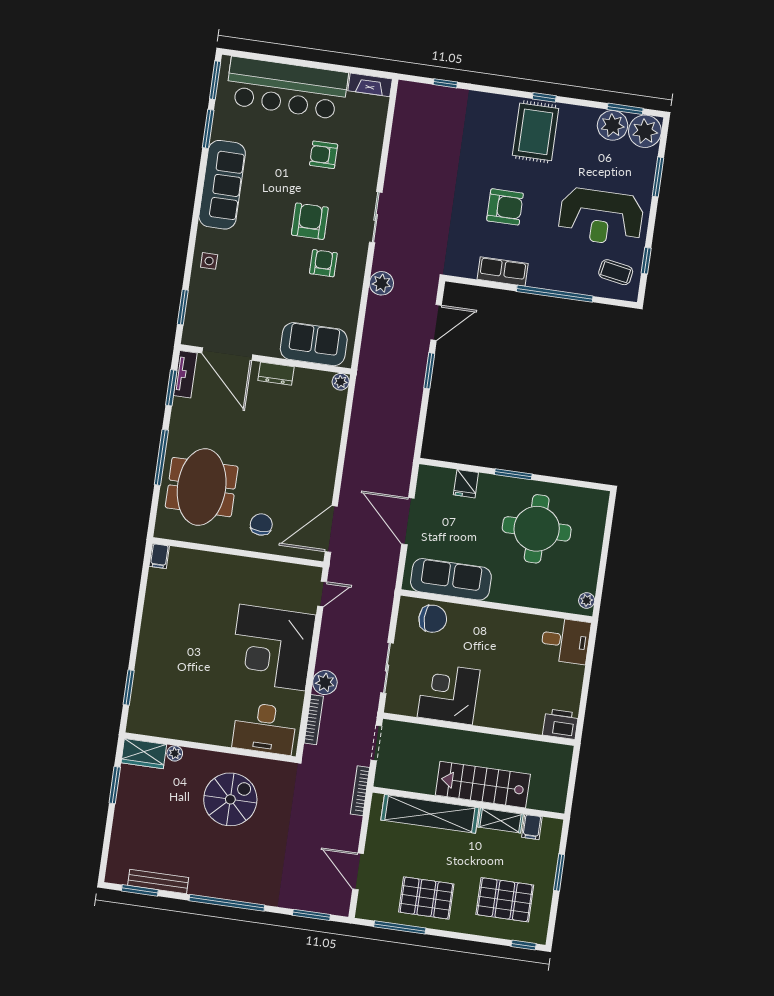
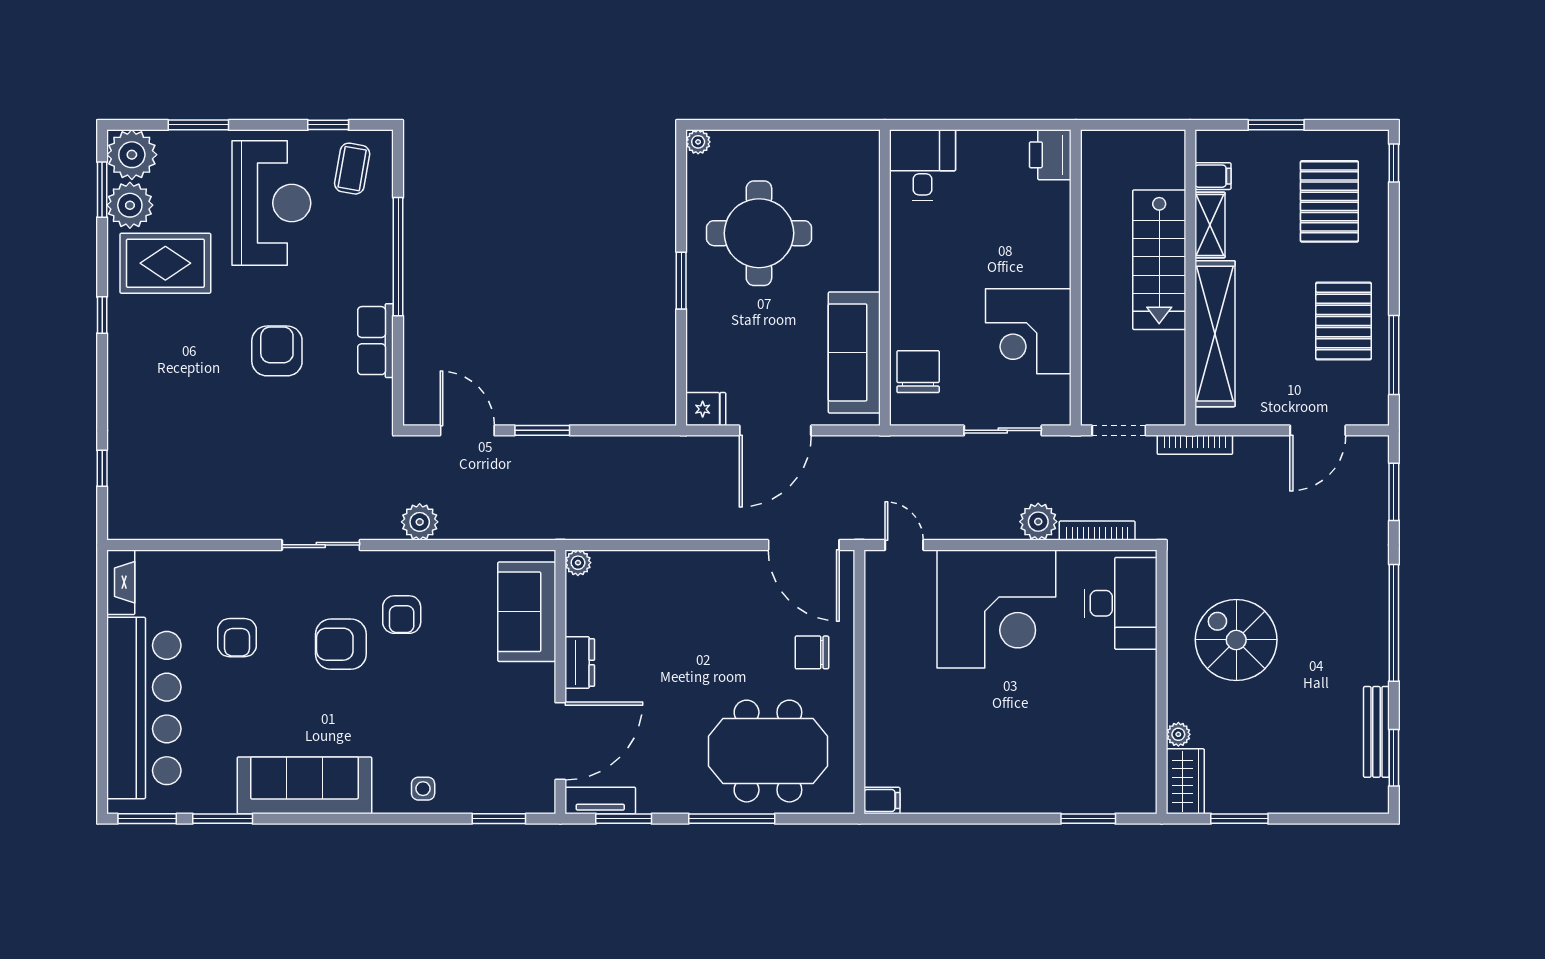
rug: (536, 132) -> (165, 263), moved
armchair: (323, 263) -> (402, 615), turned -90
fridge: (466, 484) -> (706, 409), moved
plant: (587, 600) -> (698, 142), moved

